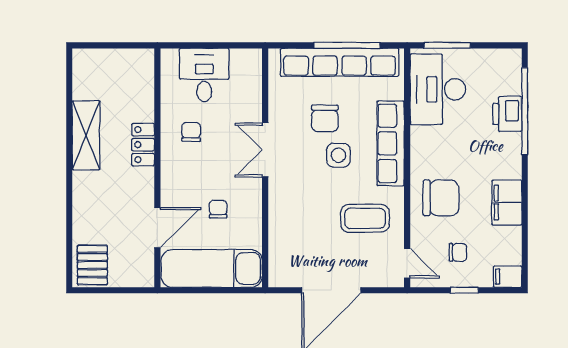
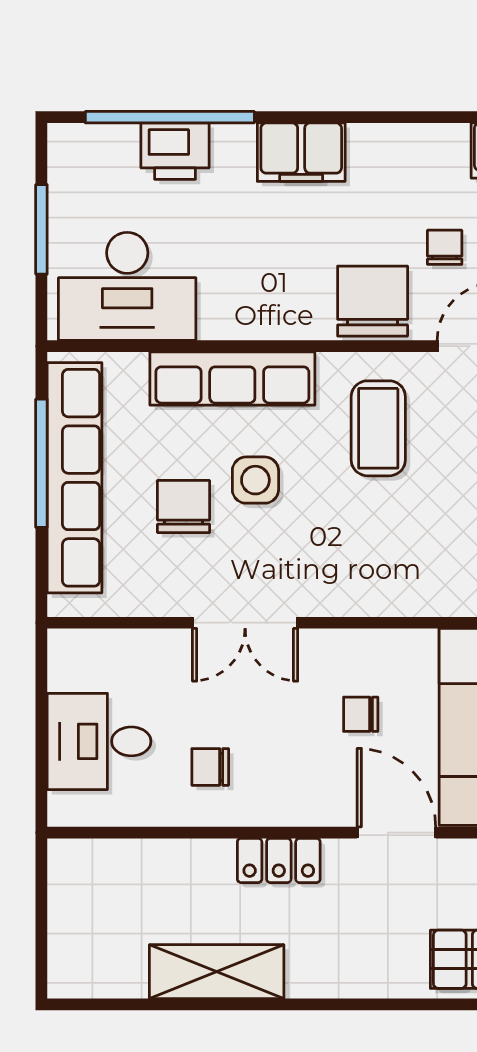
window: (447, 45) -> (41, 229), moved
chair: (325, 118) -> (183, 507), turned -90
locker: (143, 145) -> (279, 860), moved
chair: (441, 198) -> (373, 301), moved
filing cabinet: (507, 203) -> (301, 152), moved

